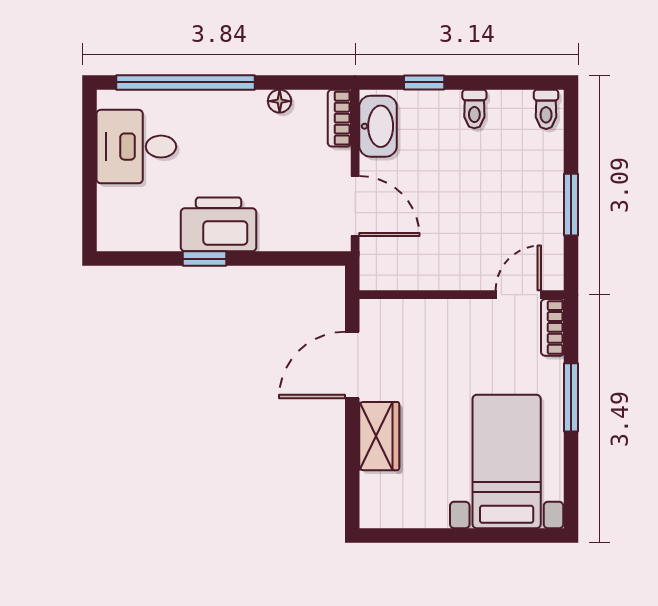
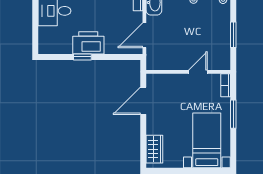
door: (355, 206) -> (144, 35), swing flipped
door: (518, 295) -> (198, 72), moved
wardrobe: (379, 436) -> (154, 149), moved

